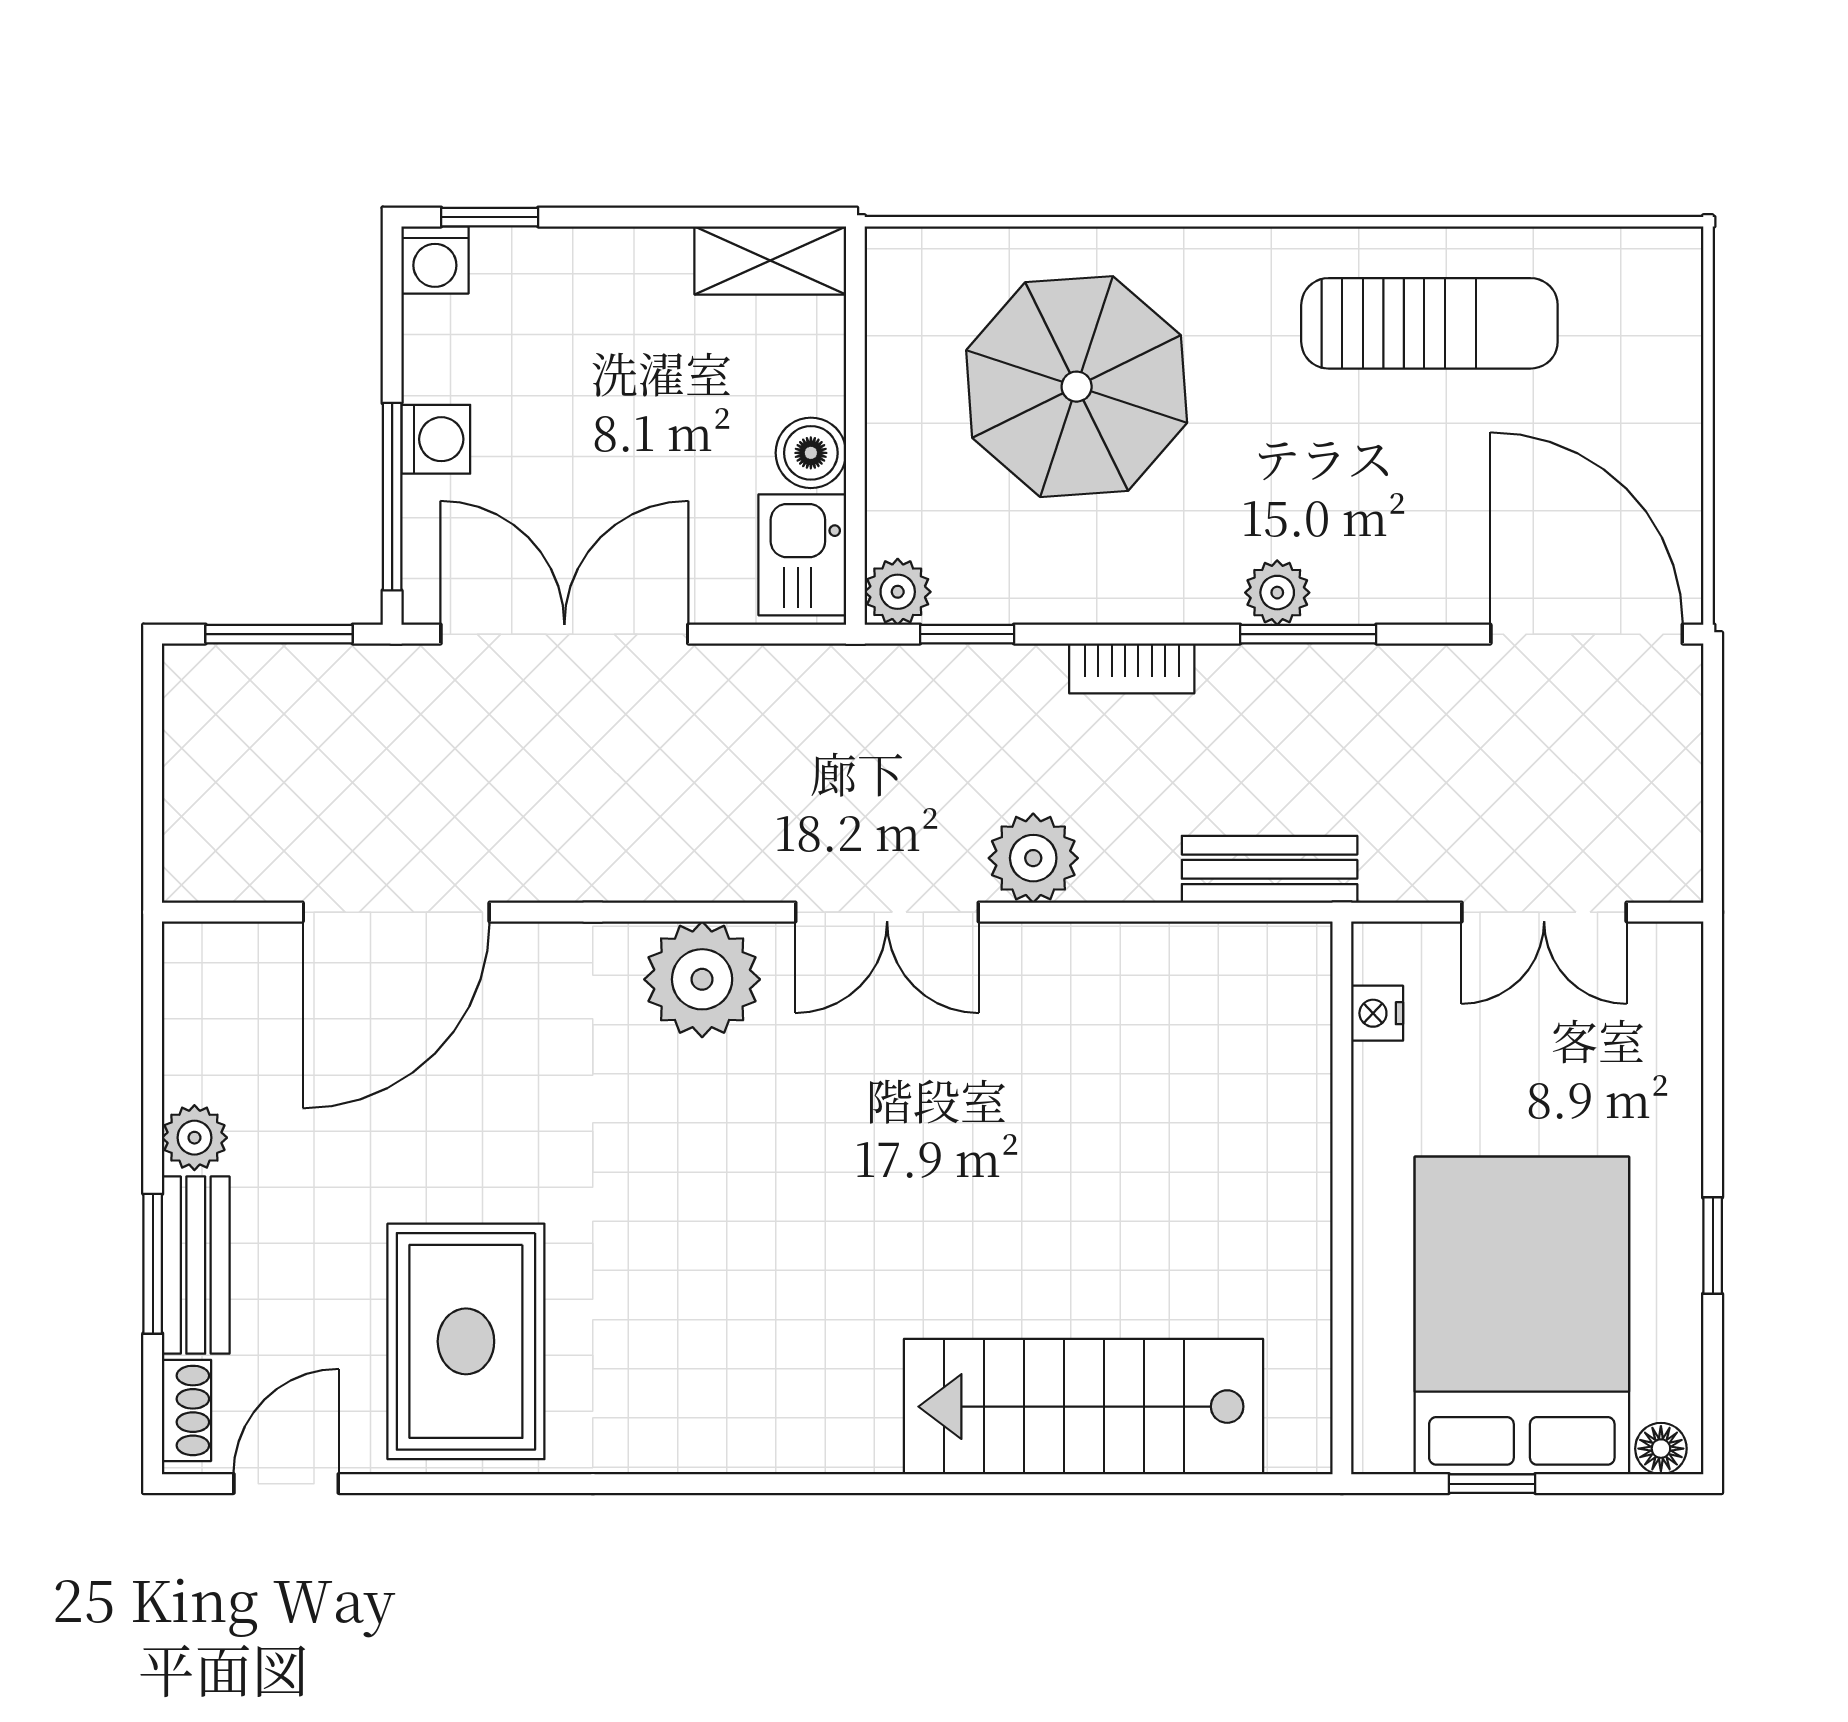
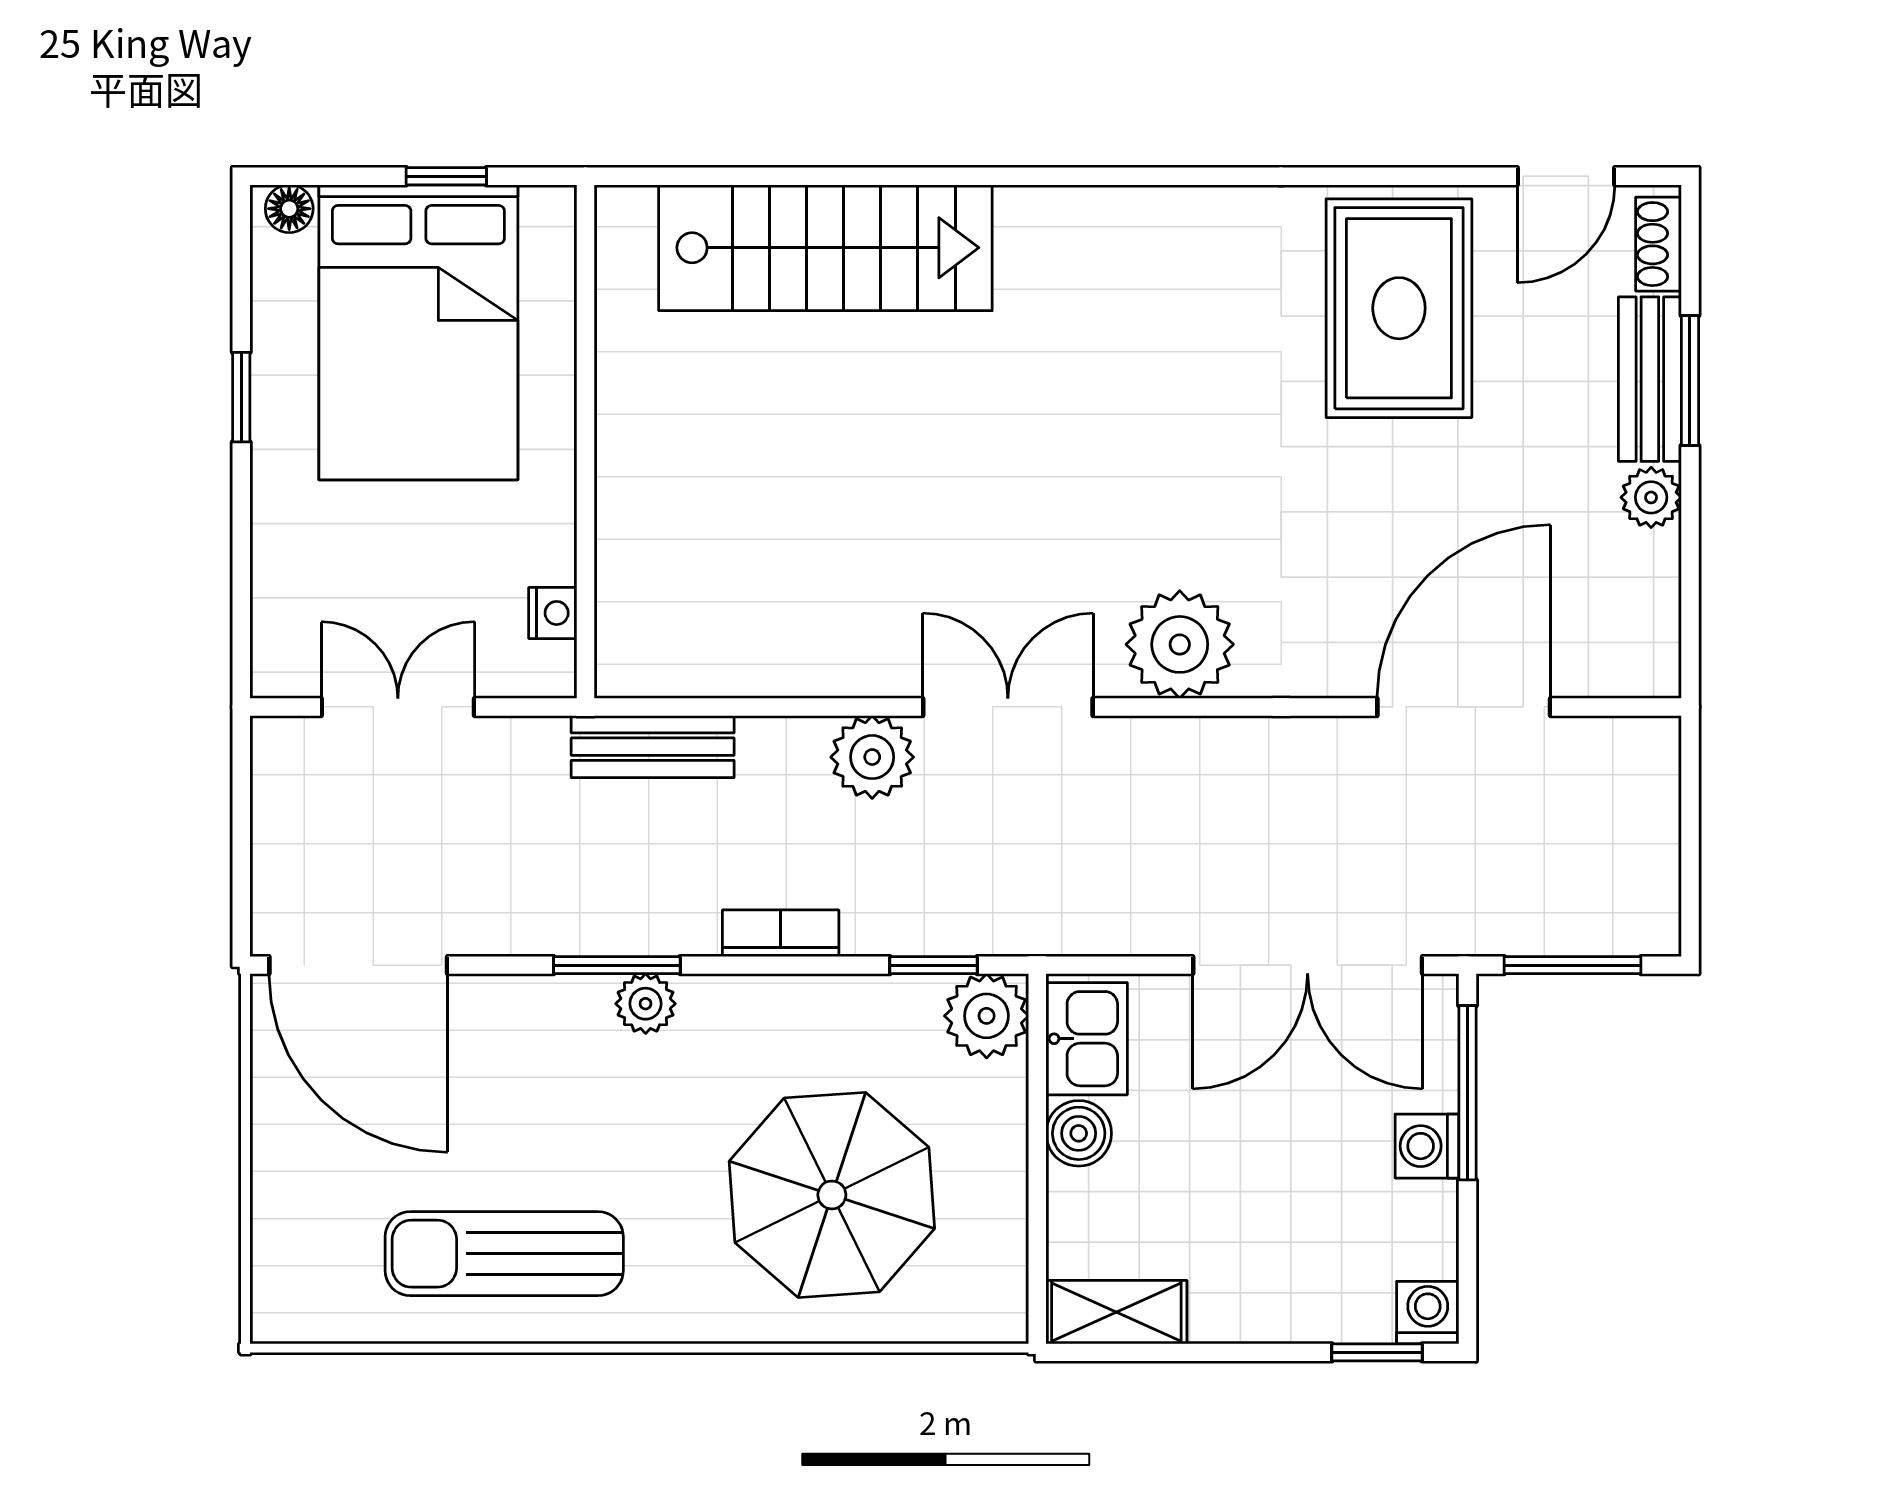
plant: (898, 592) -> (987, 1016), width x1.38, depth x1.38

